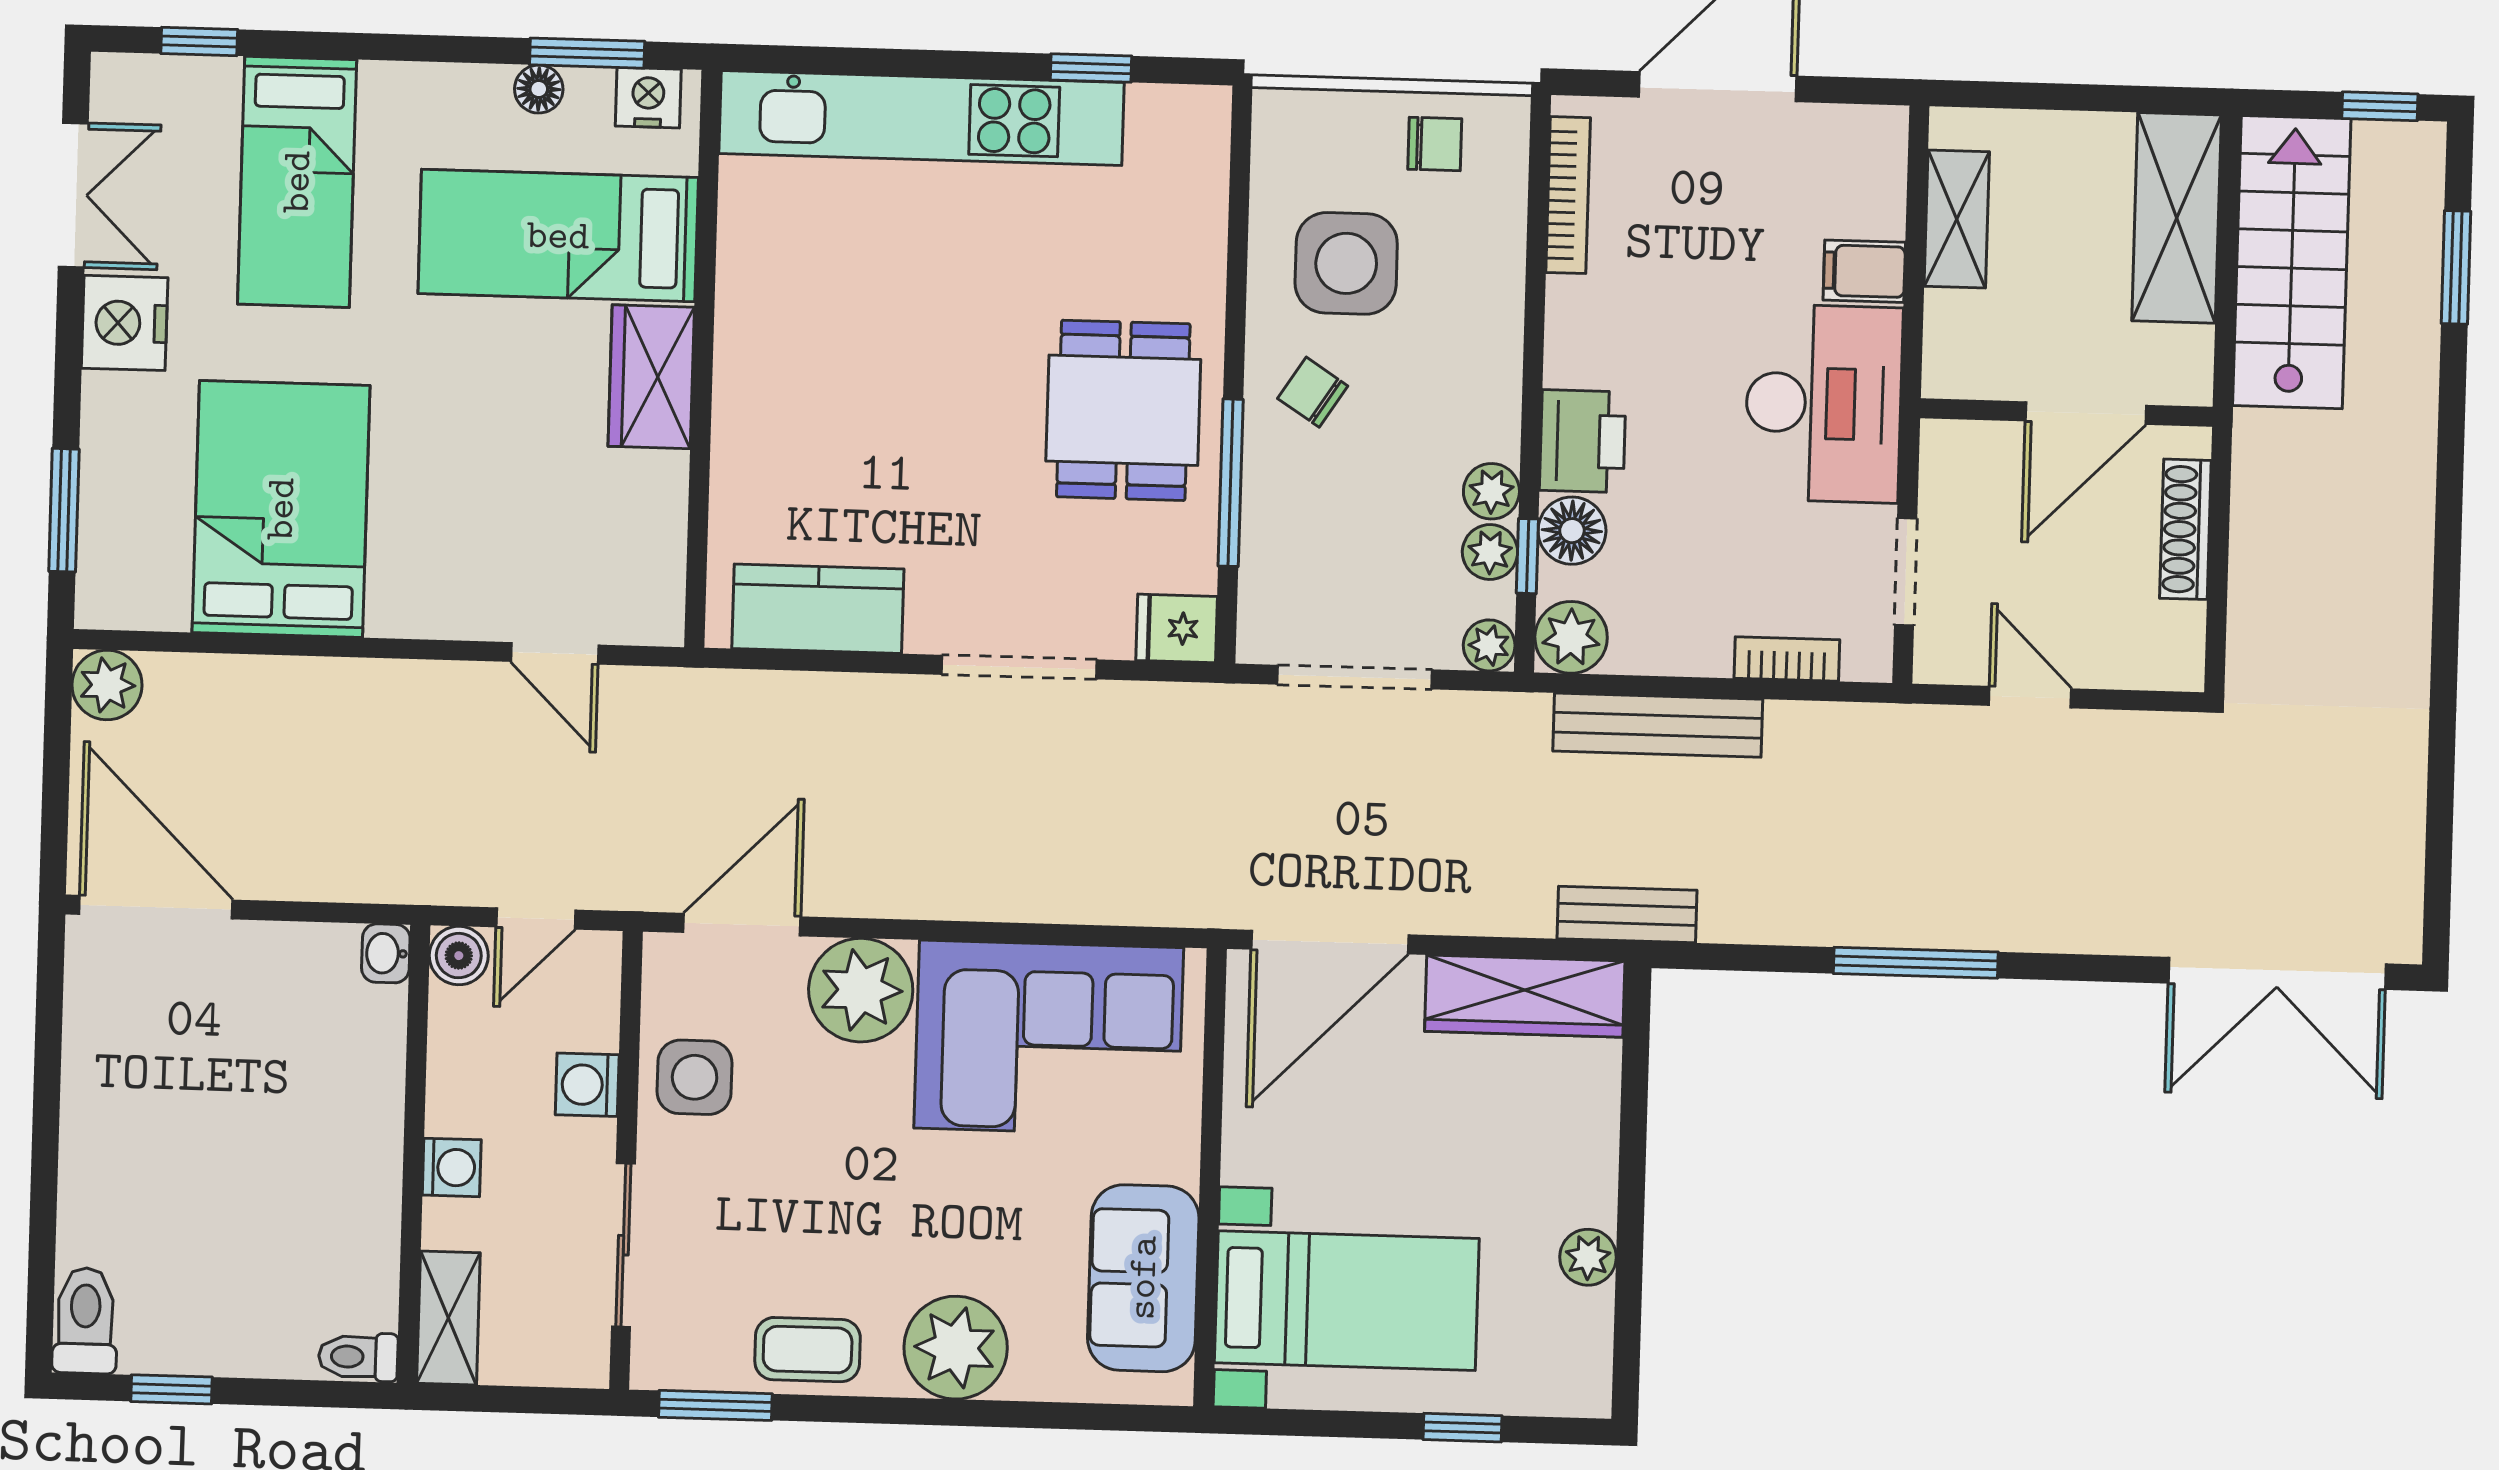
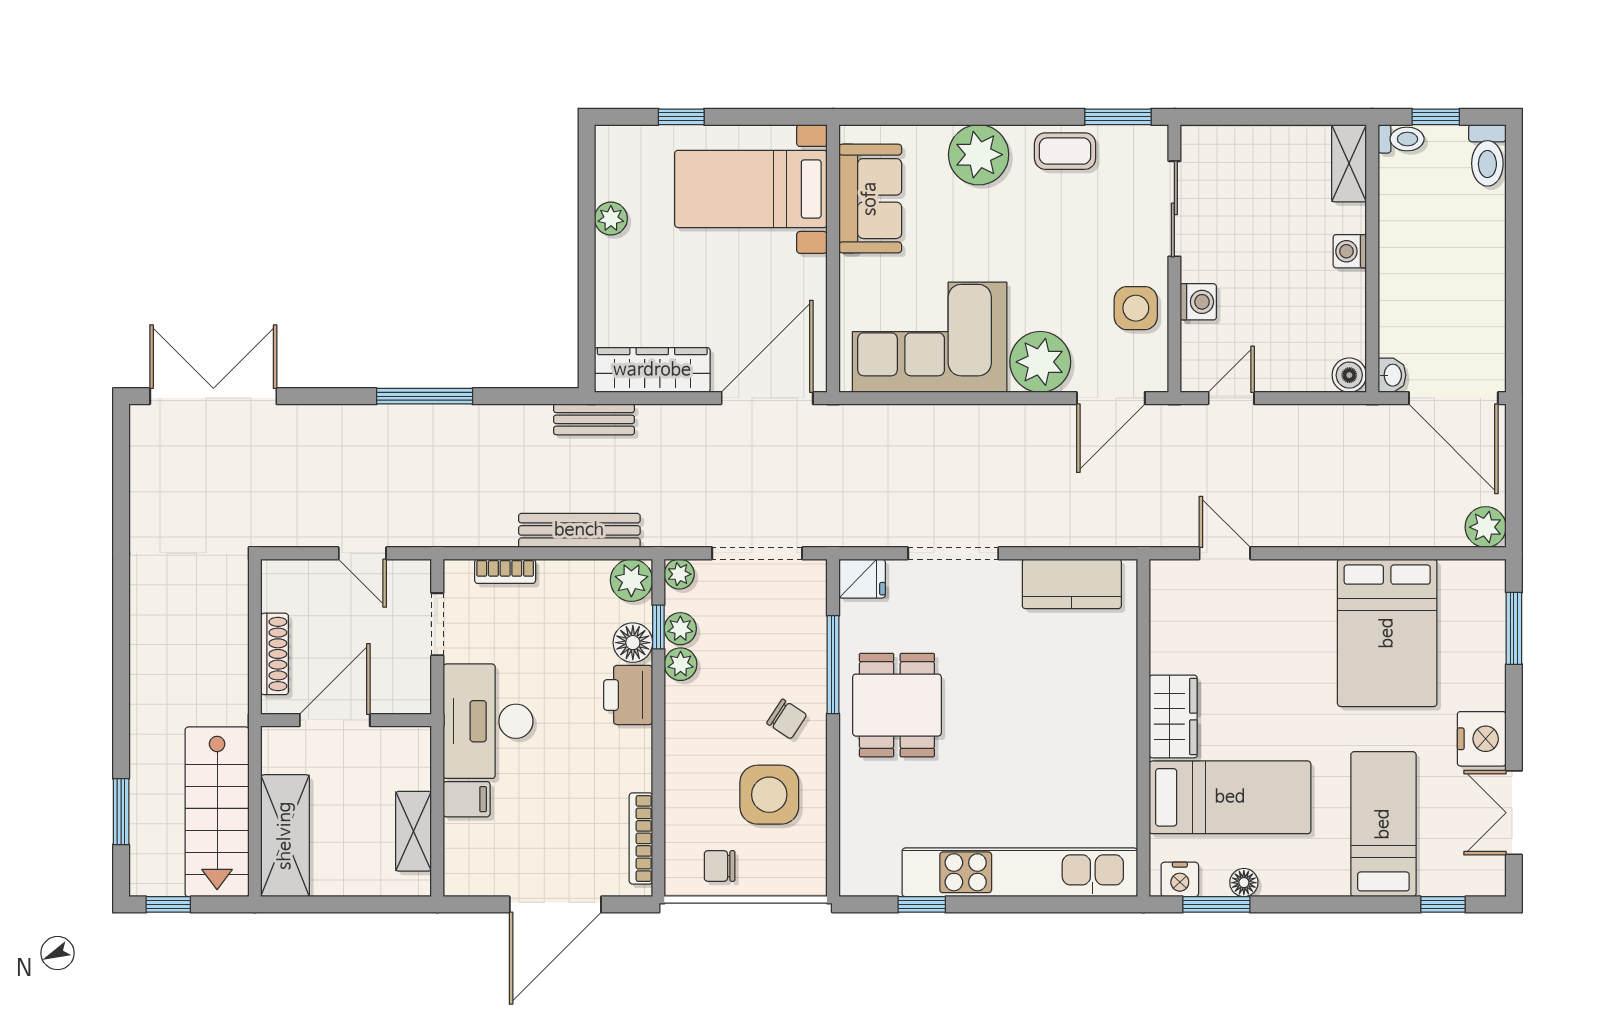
washbasin: (386, 953) -> (1392, 375), moved
boiler: (459, 956) -> (1349, 375), moved
wall: (414, 1154) -> (1372, 258), moved
washing machine: (452, 1167) -> (1350, 251), moved
shelving: (448, 1318) -> (1349, 163), moved
toilet: (358, 1357) -> (1401, 139), moved

